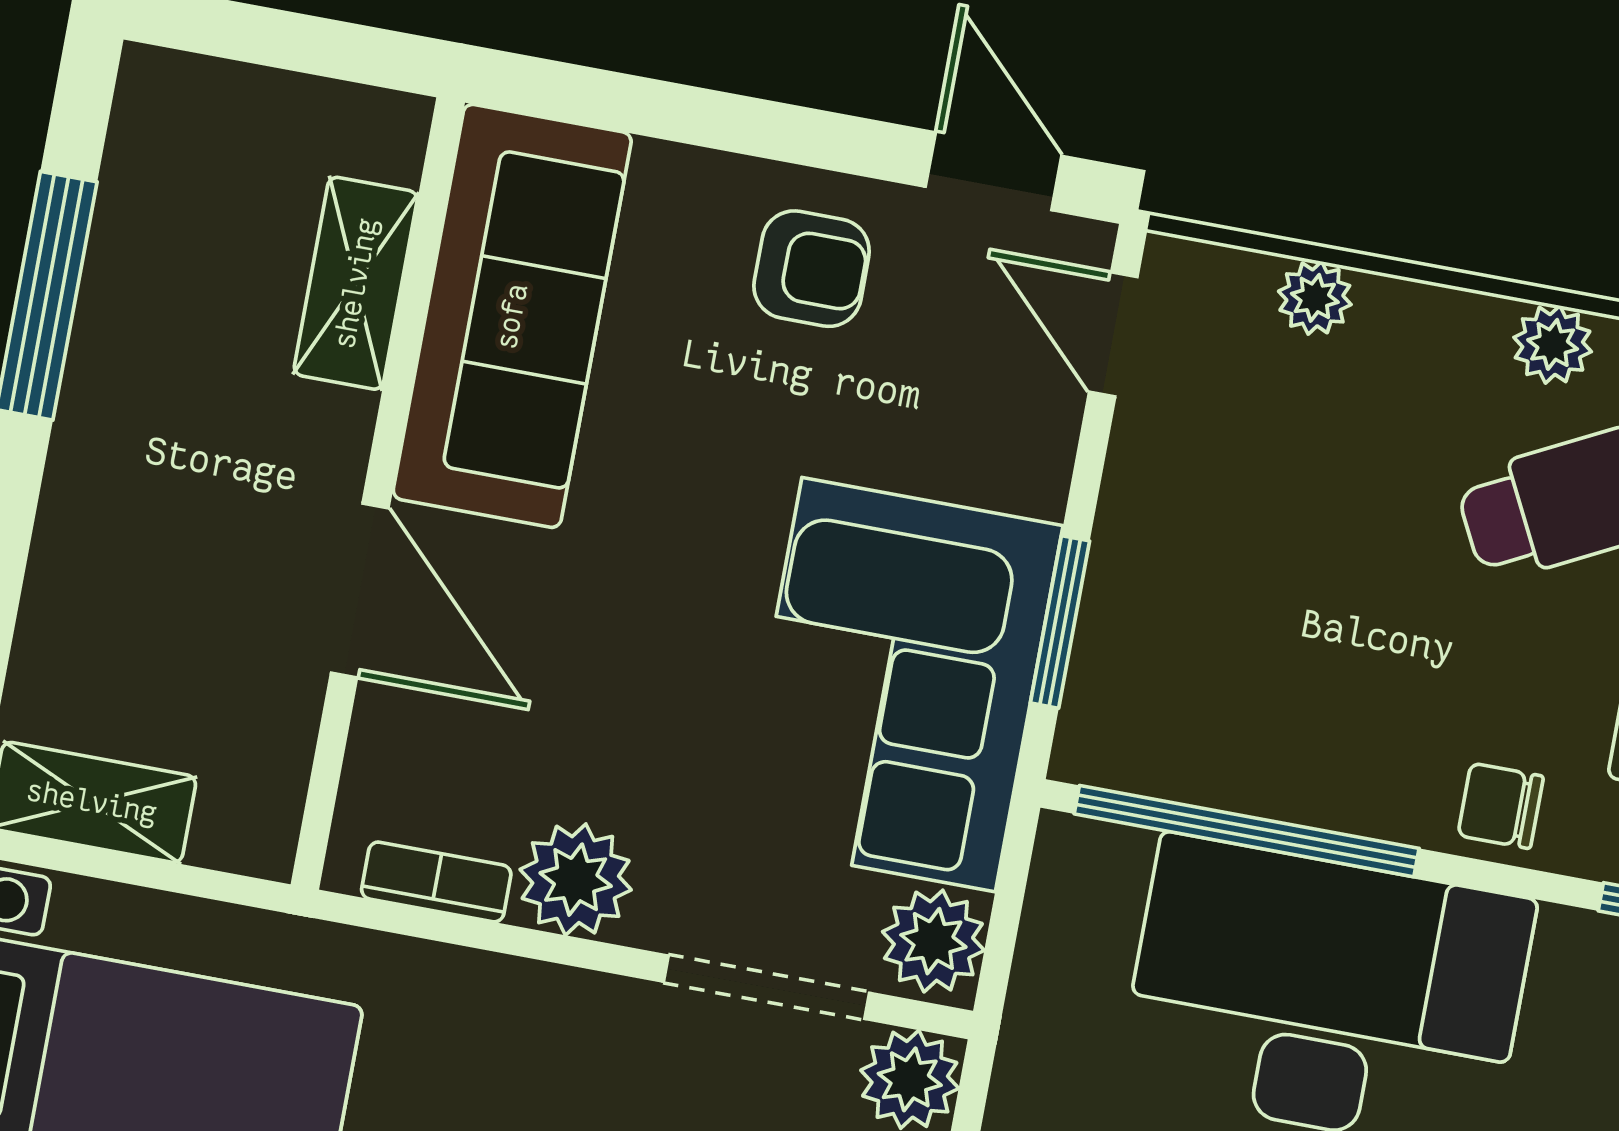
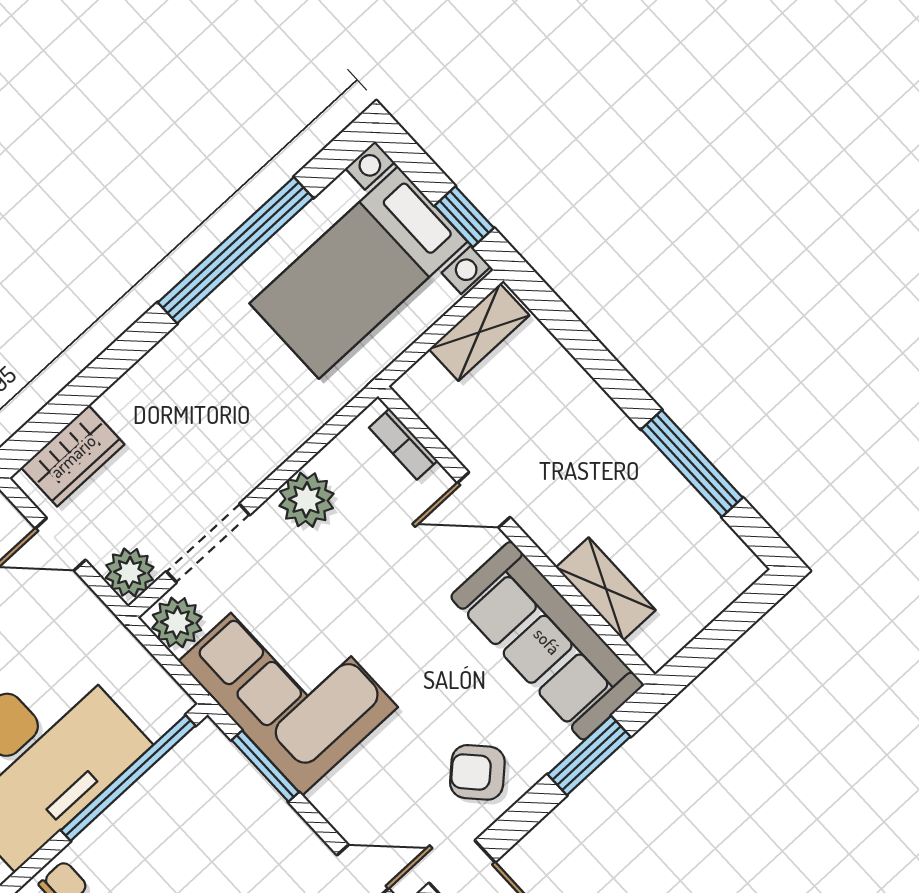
window: (648, 107) -> (589, 756), added
armchair: (812, 269) -> (477, 772), turned 47
door: (360, 590) -> (484, 500), width x0.73
bookcase: (436, 882) -> (403, 444), moved, turned 90

